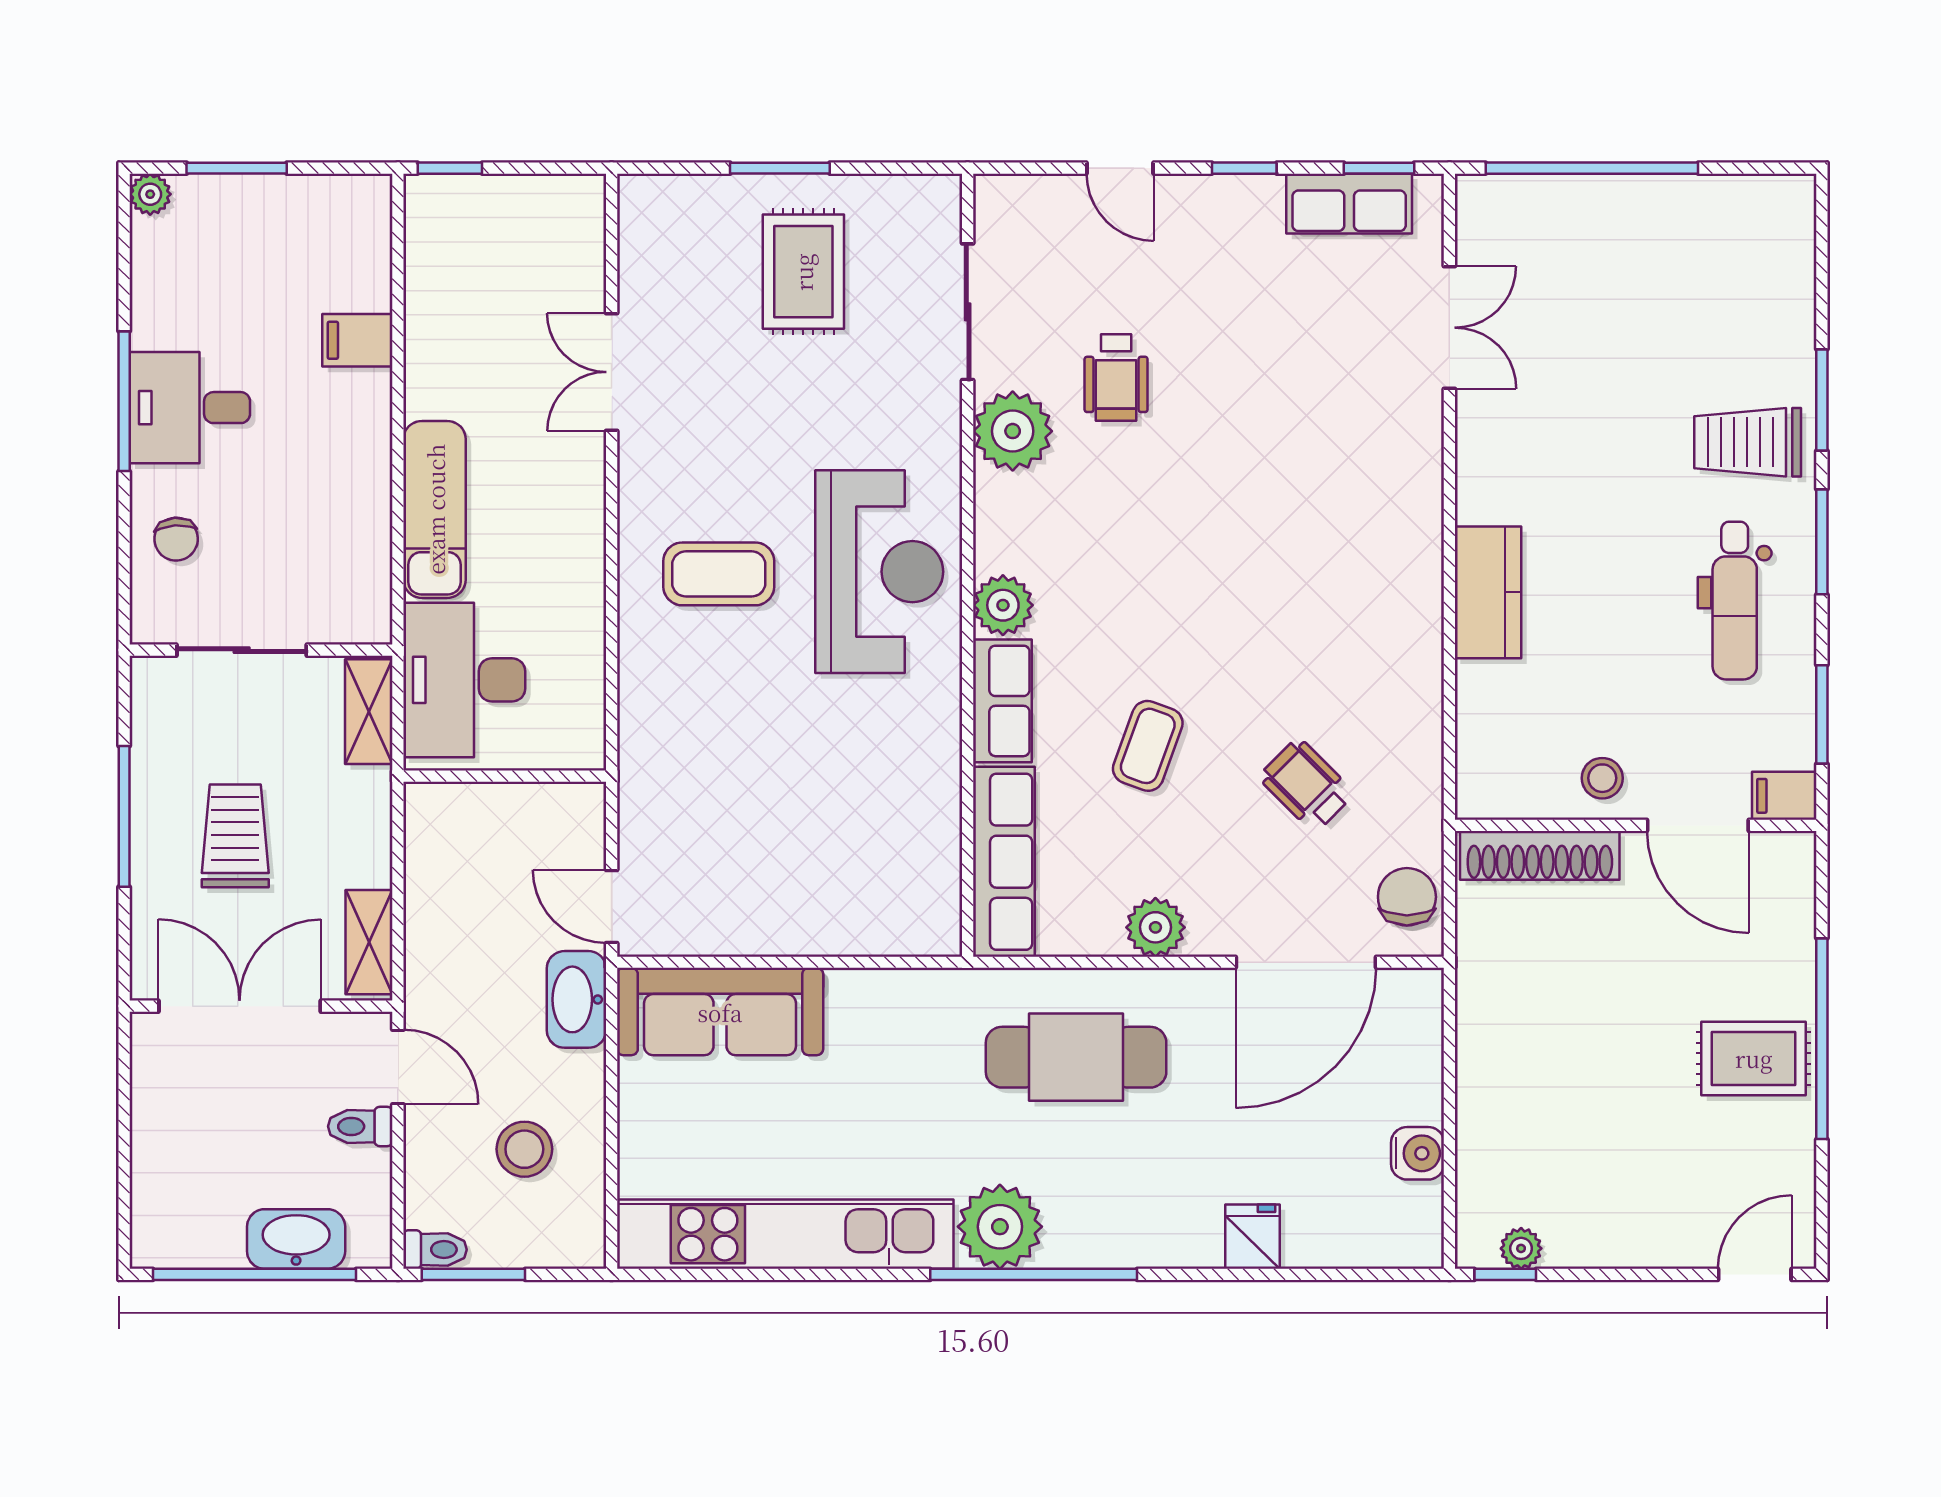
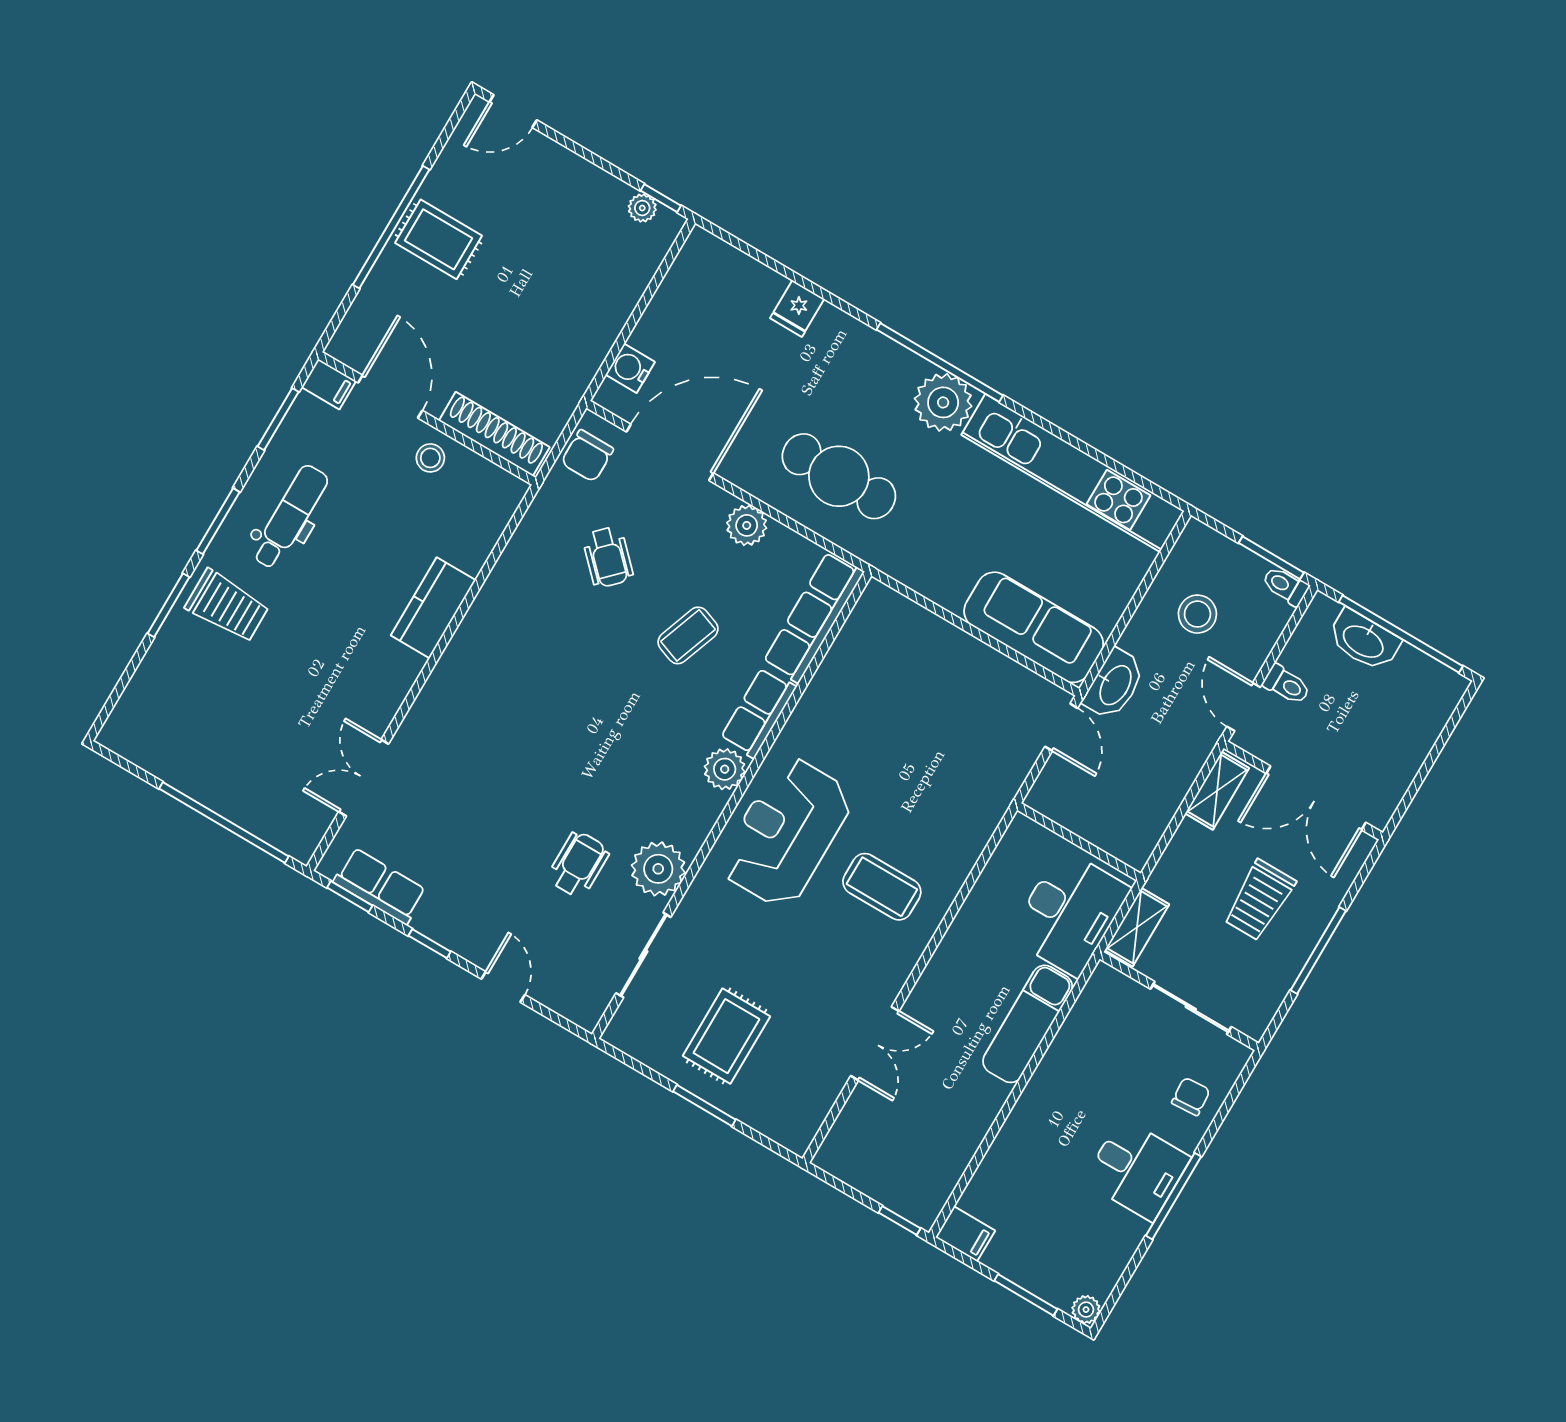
filing cabinet: (357, 340) -> (965, 1234), moved
water cooler: (1418, 1153) -> (630, 368), moved

